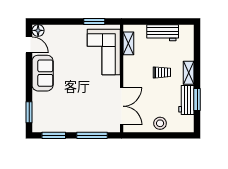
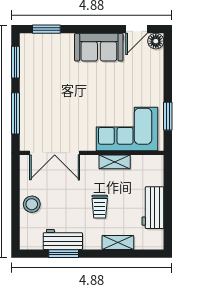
shelving: (128, 43) -> (115, 162), moved
shelving: (189, 73) -> (118, 242), moved

